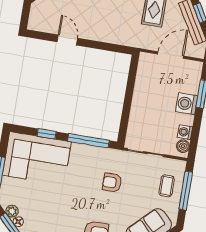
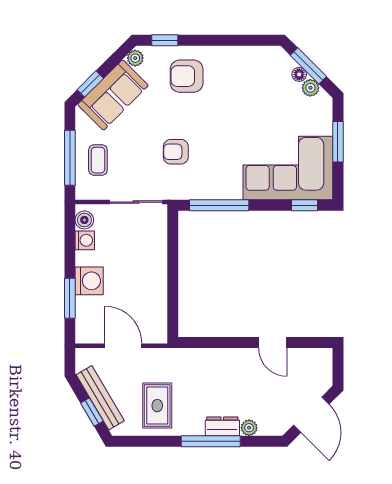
door: (171, 55) -> (123, 346), swing flipped
window: (47, 134) -> (304, 205), moved
armchair: (112, 183) -> (176, 152), turned 180

